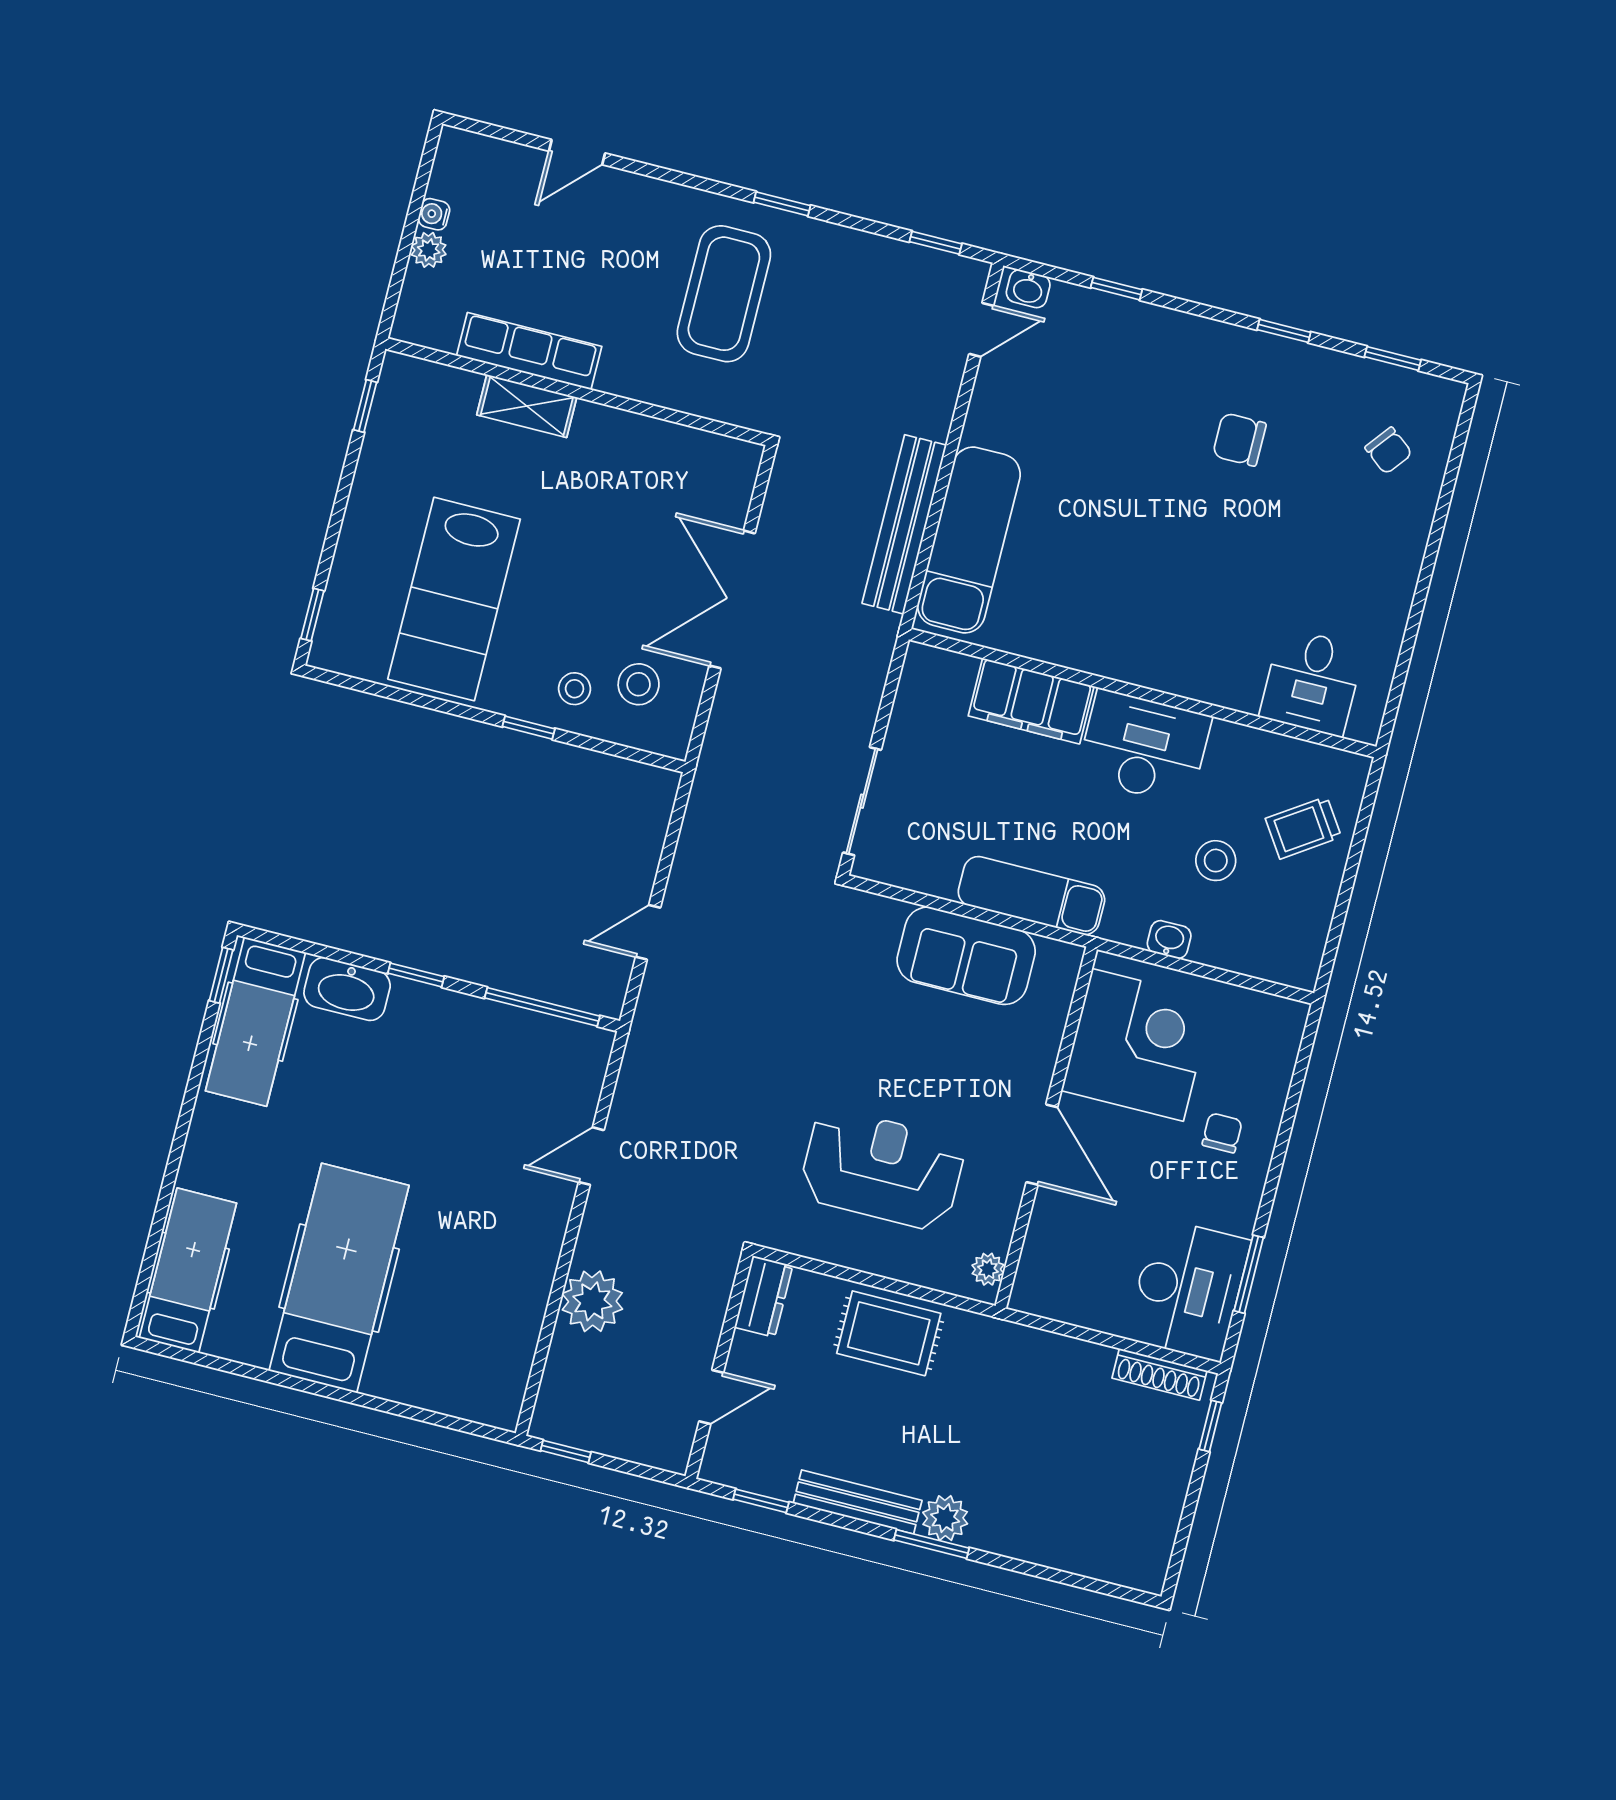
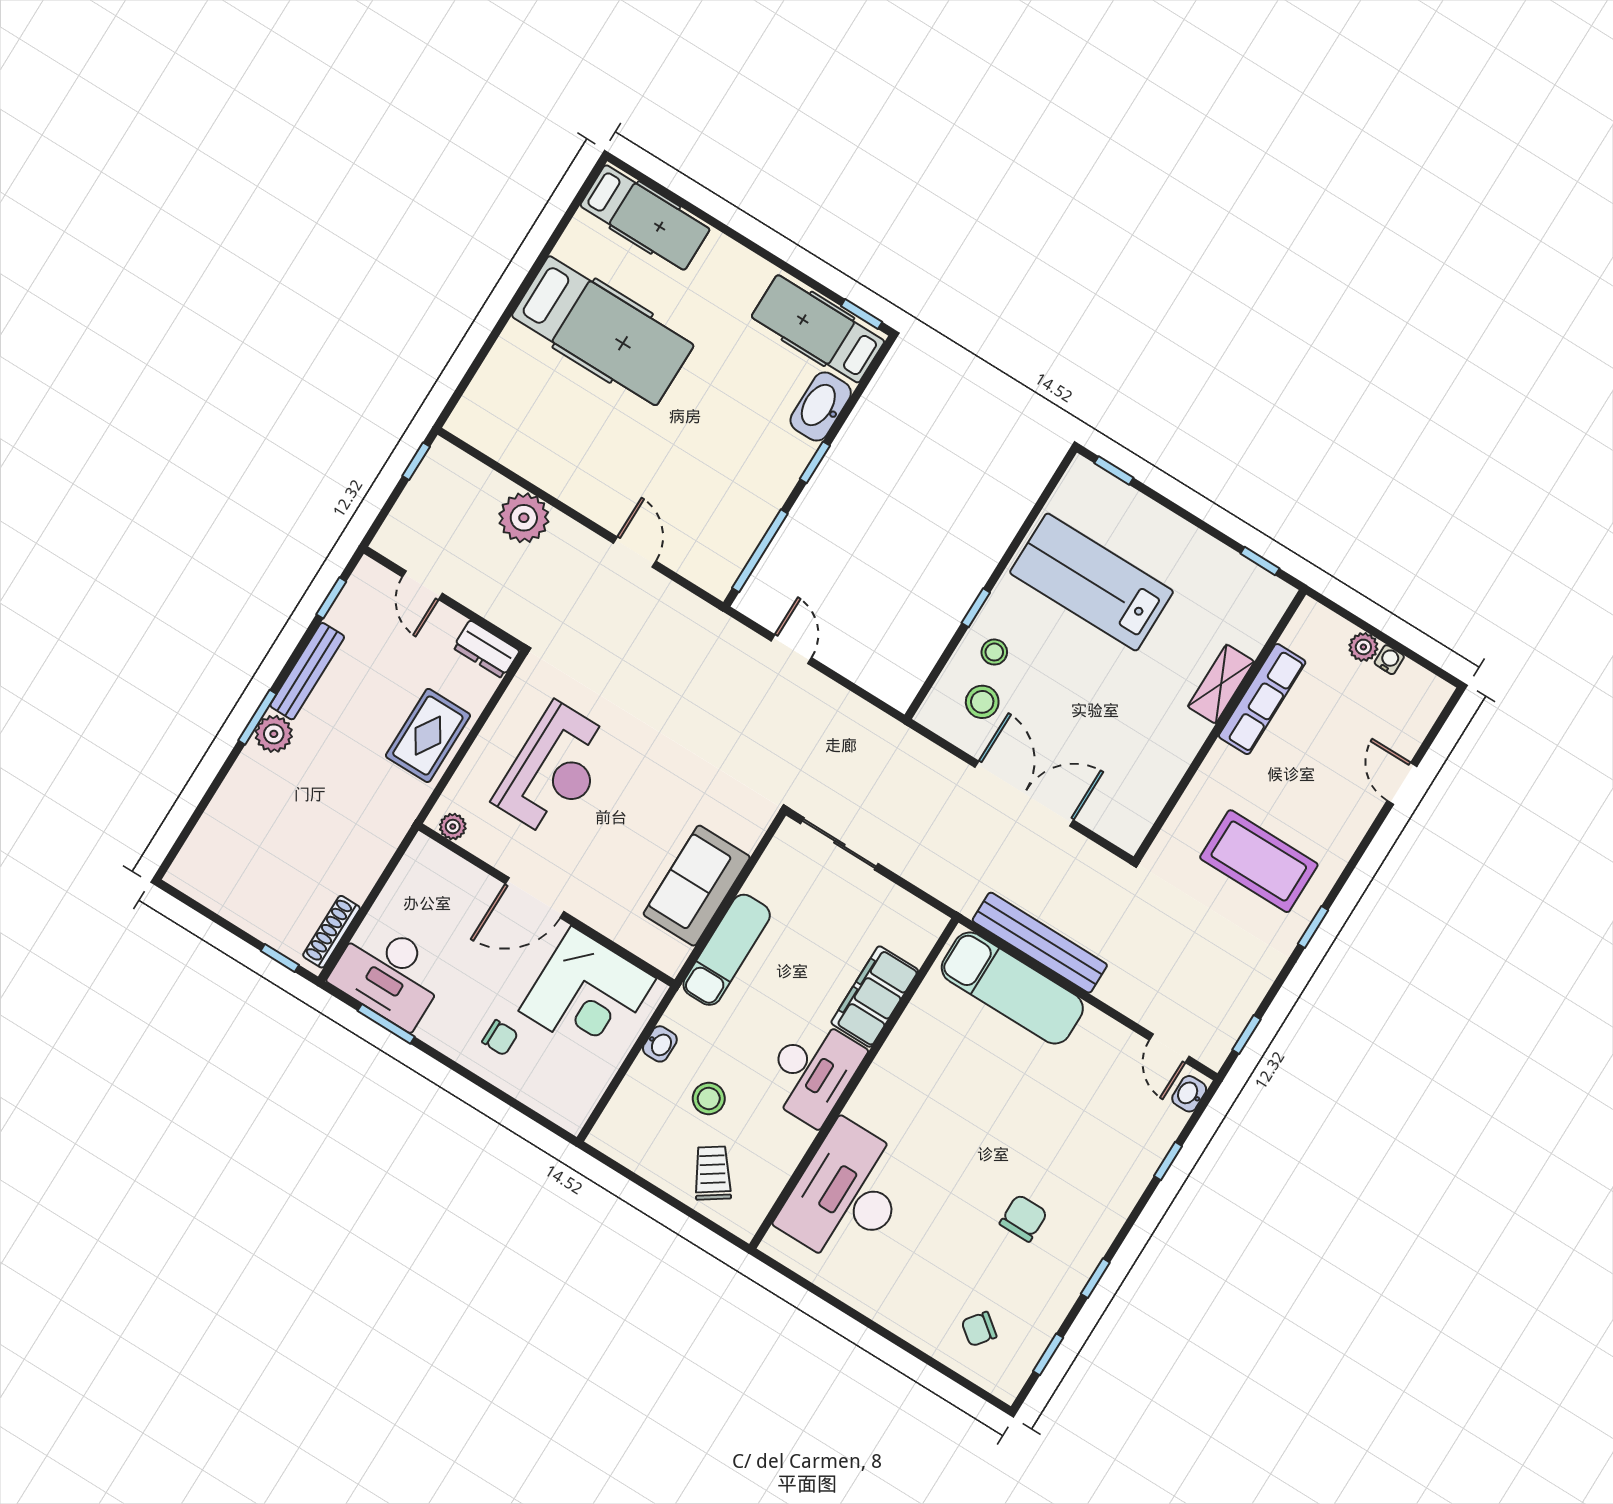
desk: (1312, 682) -> (847, 1195), width x1.87, depth x1.30

